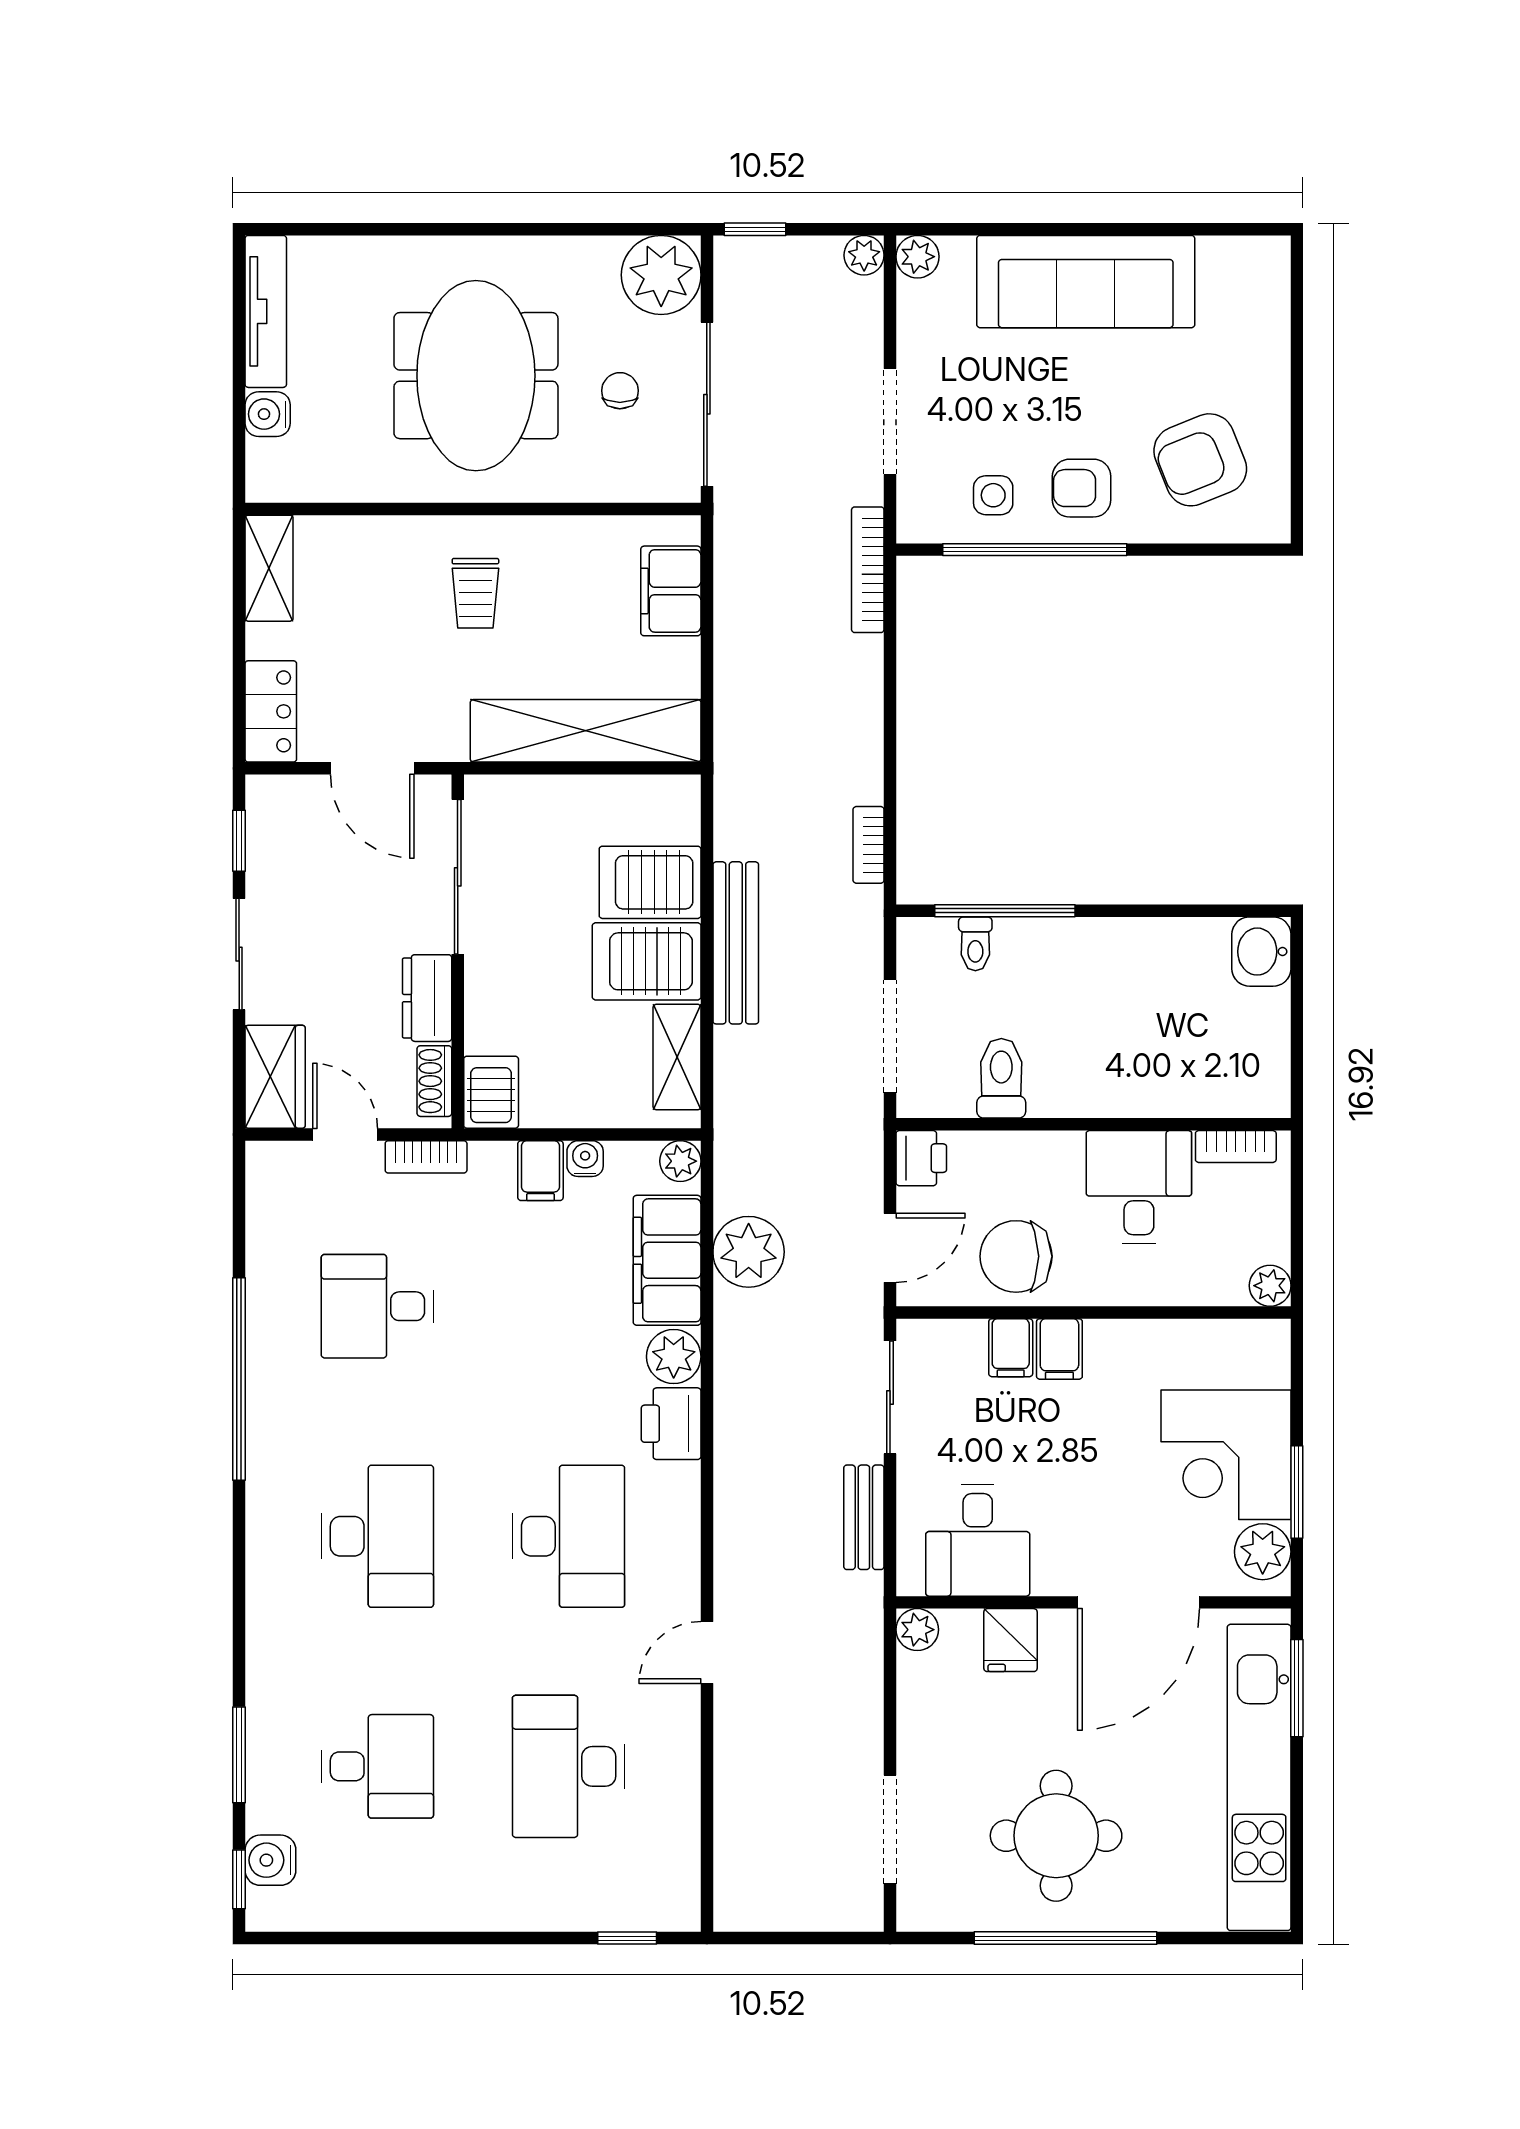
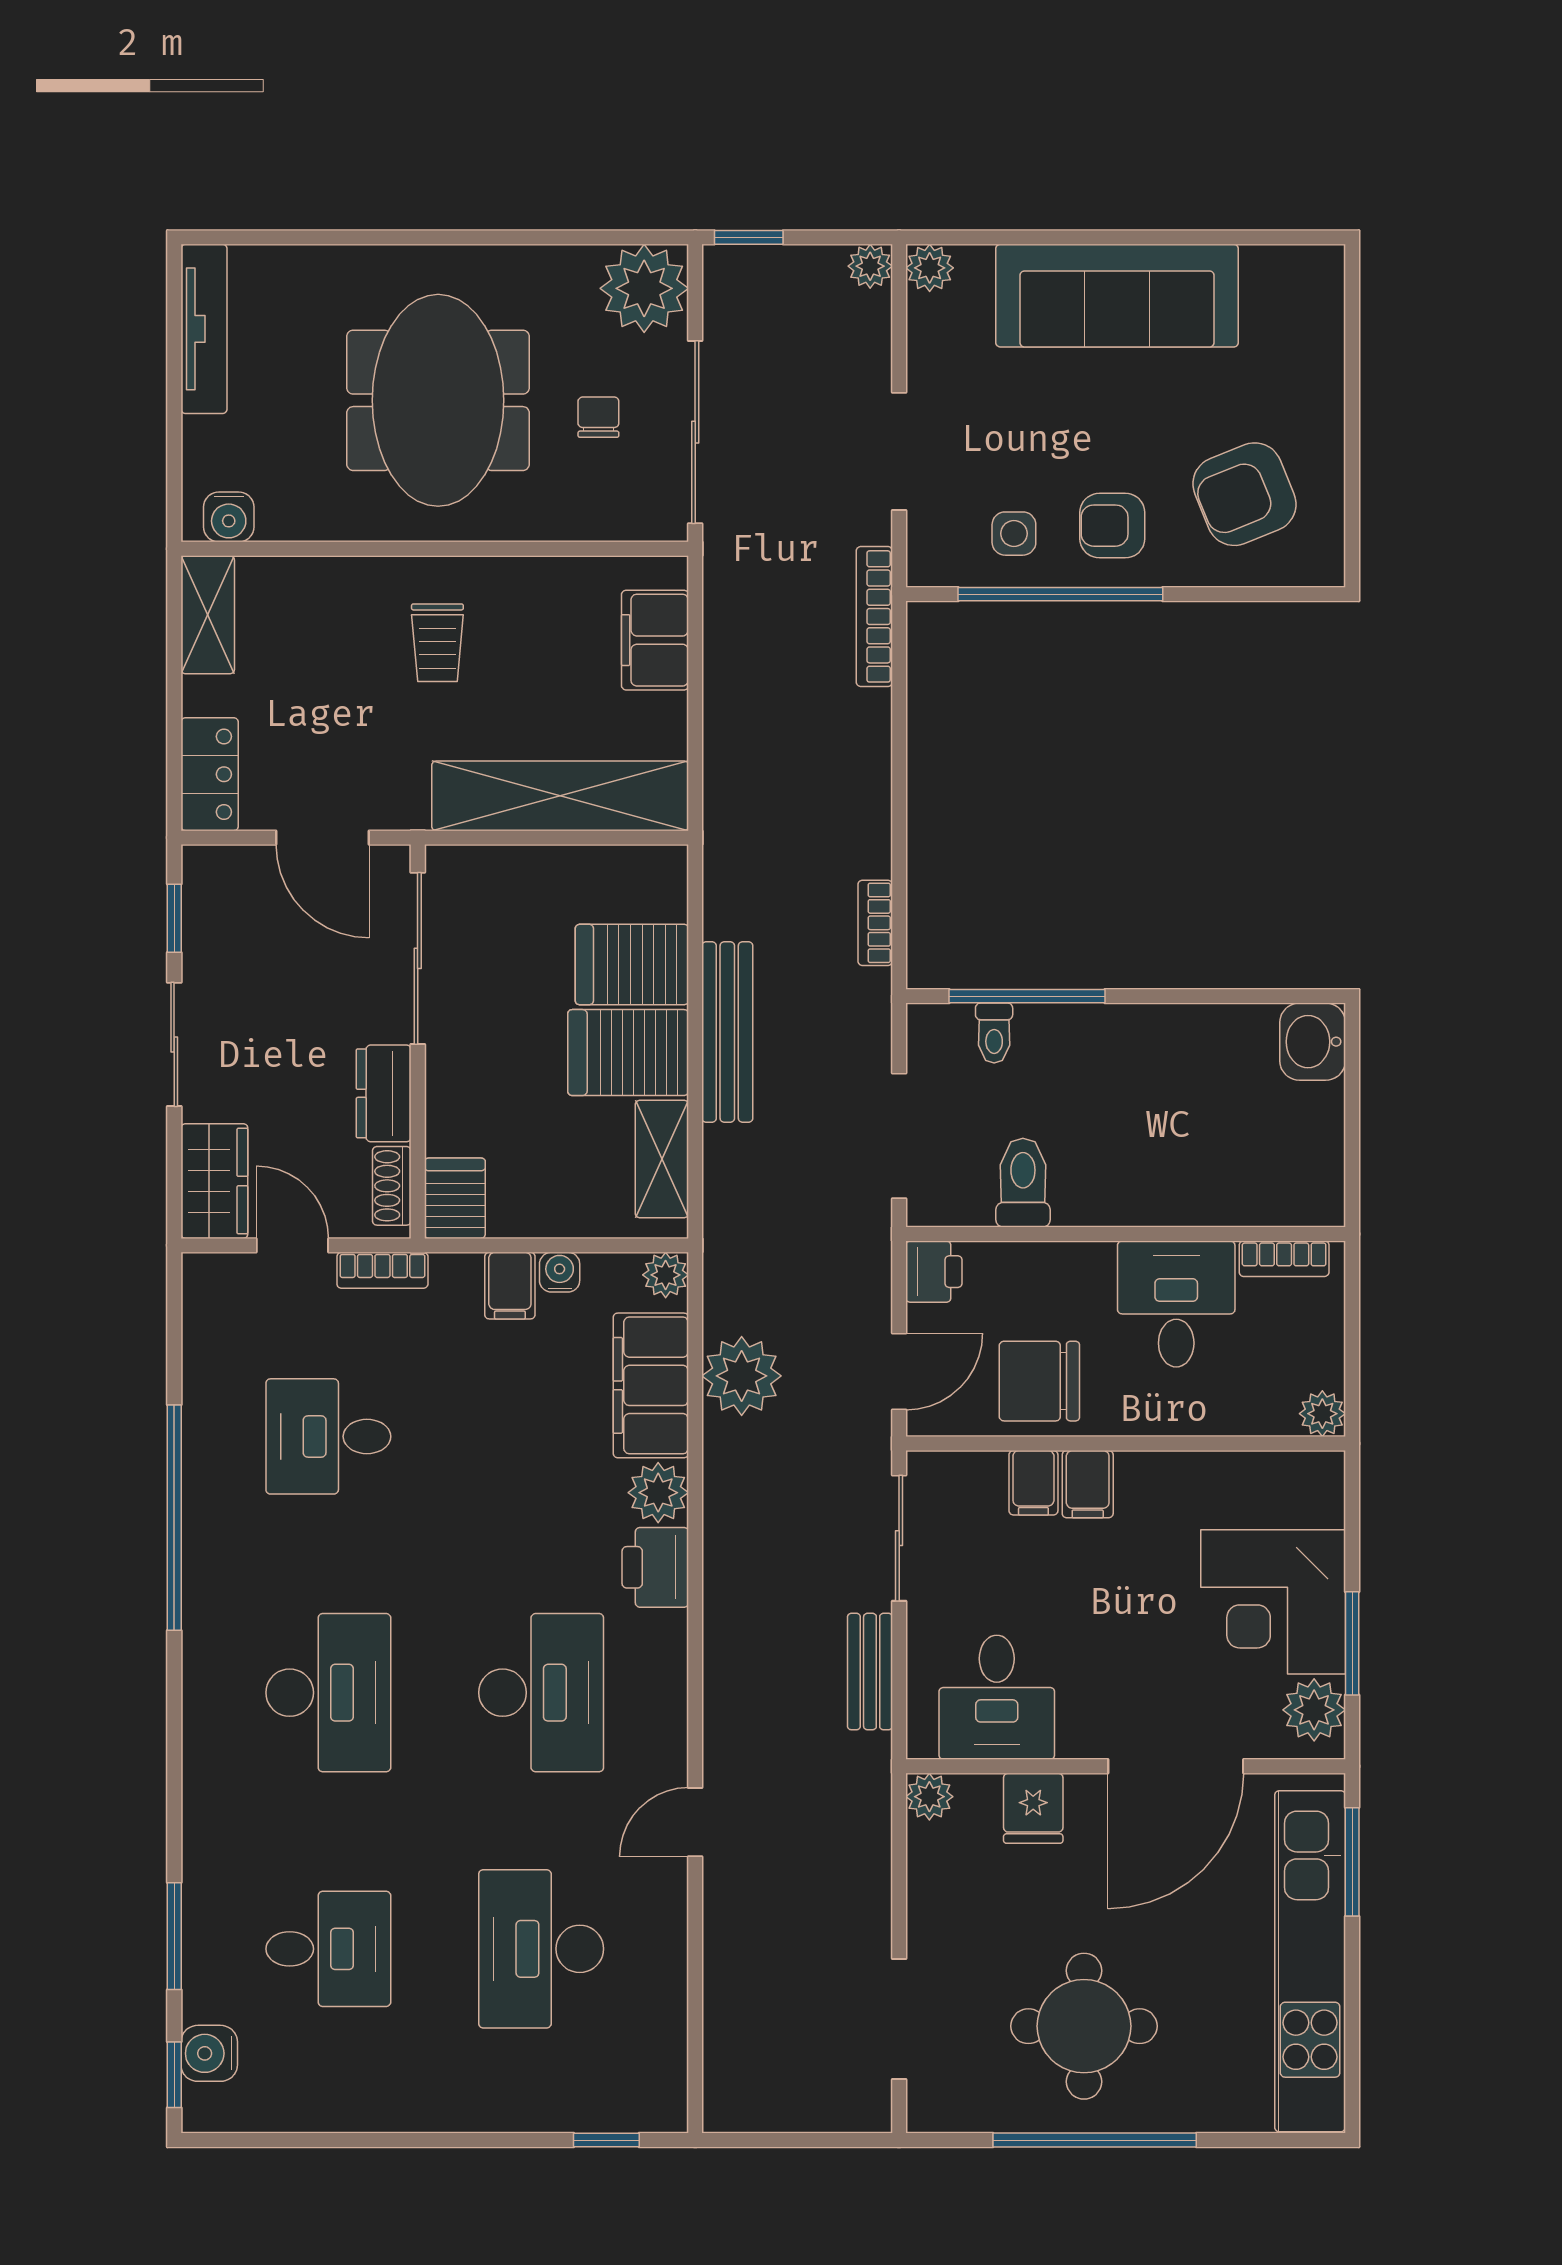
water cooler: (268, 414) -> (229, 517), moved, turned -90

